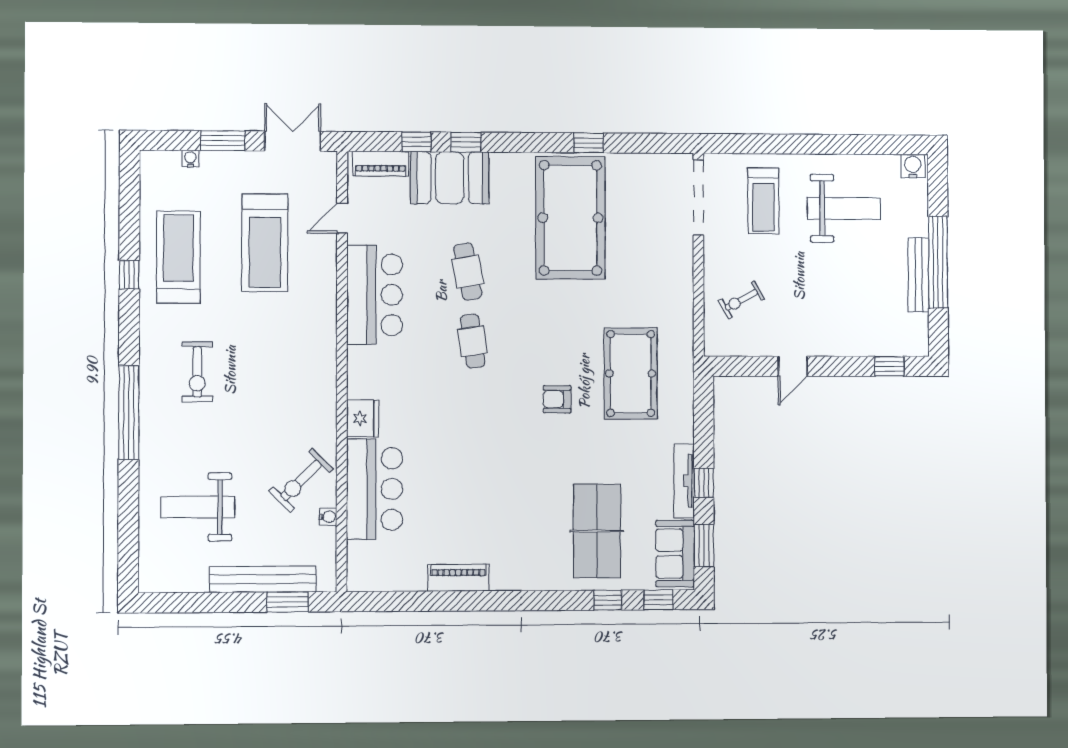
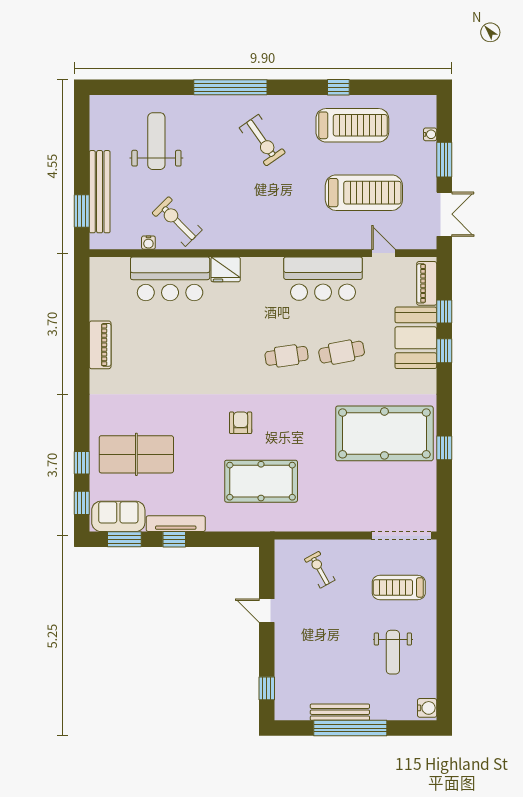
weight bench: (844, 208) -> (393, 652), width x0.73, depth x0.75
treadmill: (265, 243) -> (364, 193), turned 180
exercise bike: (197, 372) -> (262, 140), turned -125

